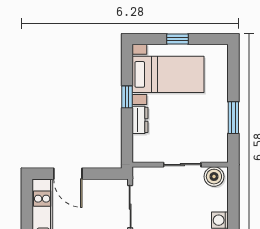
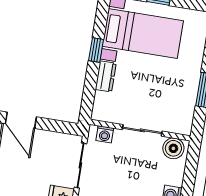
washing machine: (148, 174) -> (105, 134), added

